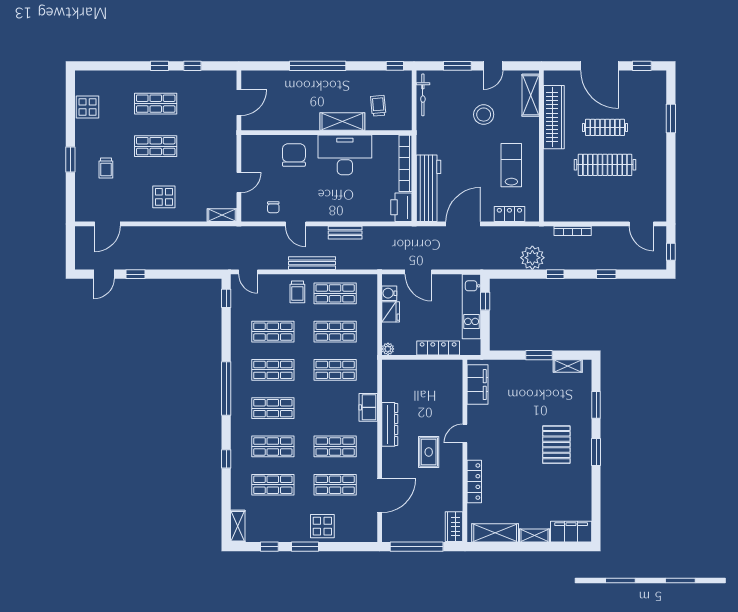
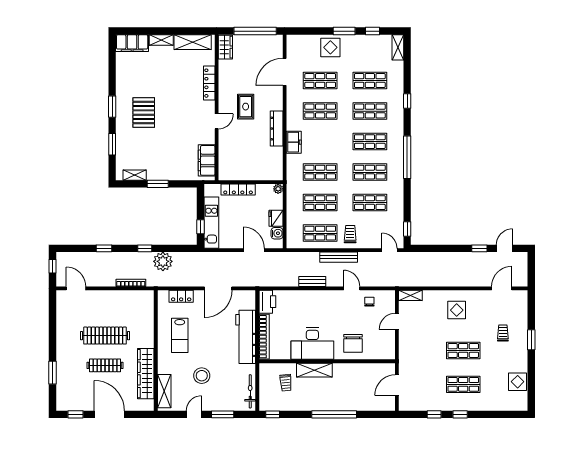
workbench: (428, 188) -> (246, 337), moved

